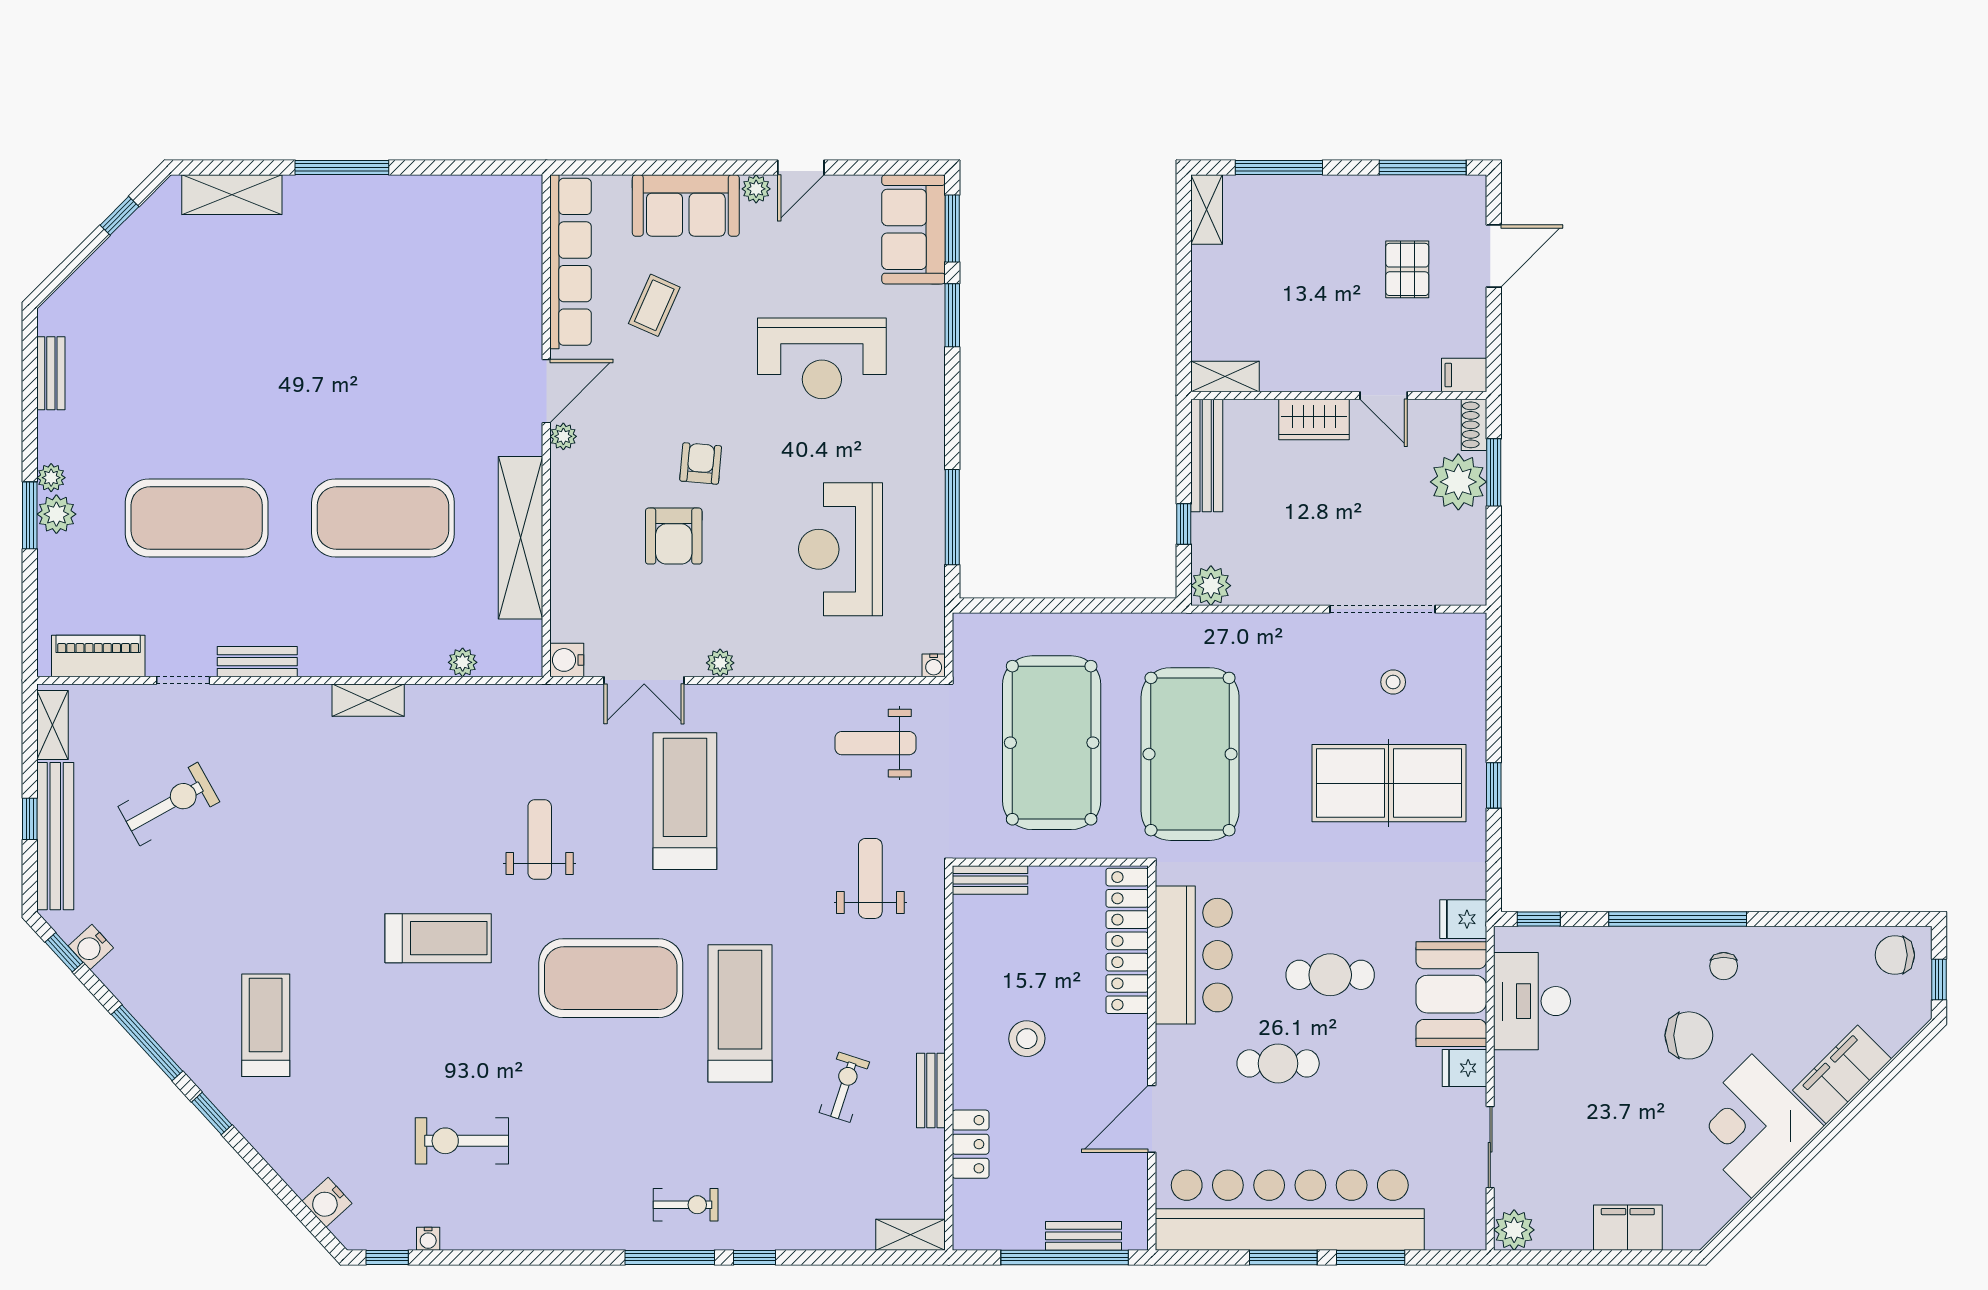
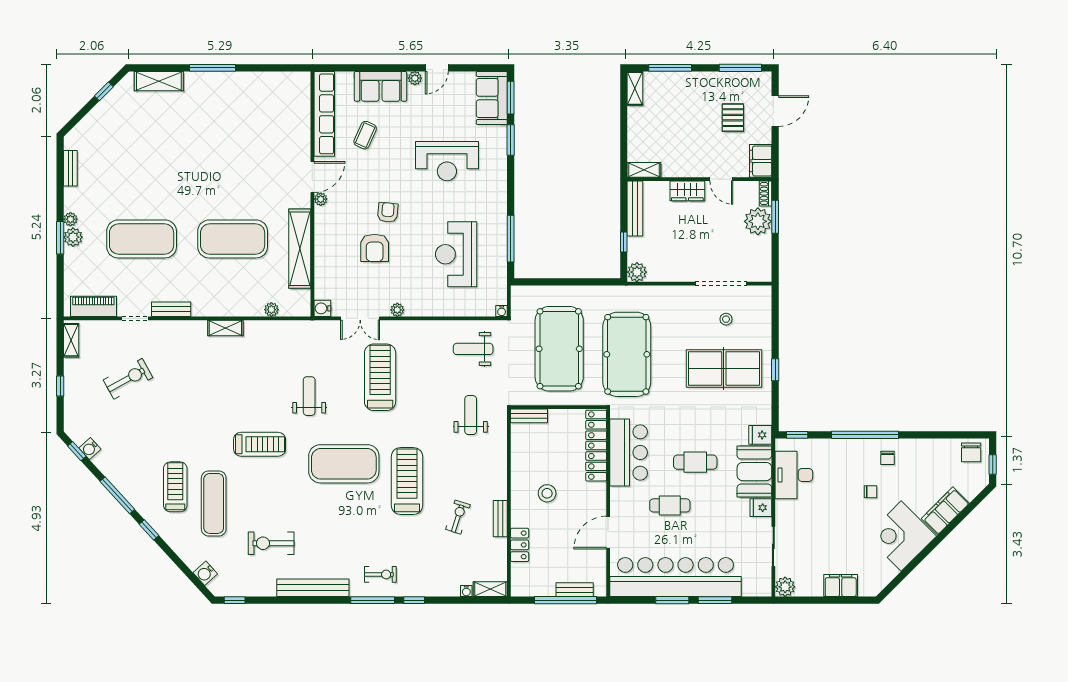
filing cabinet: (1464, 375) -> (761, 161), width x2.00
bench: (55, 836) -> (313, 588), moved, turned 90
chair: (1895, 955) -> (971, 452), turned -90
chair: (1689, 1035) -> (870, 492), width x0.54, depth x0.54
exercise mat: (344, 1059) -> (214, 503), added
water cooler: (428, 1239) -> (466, 591), moved

